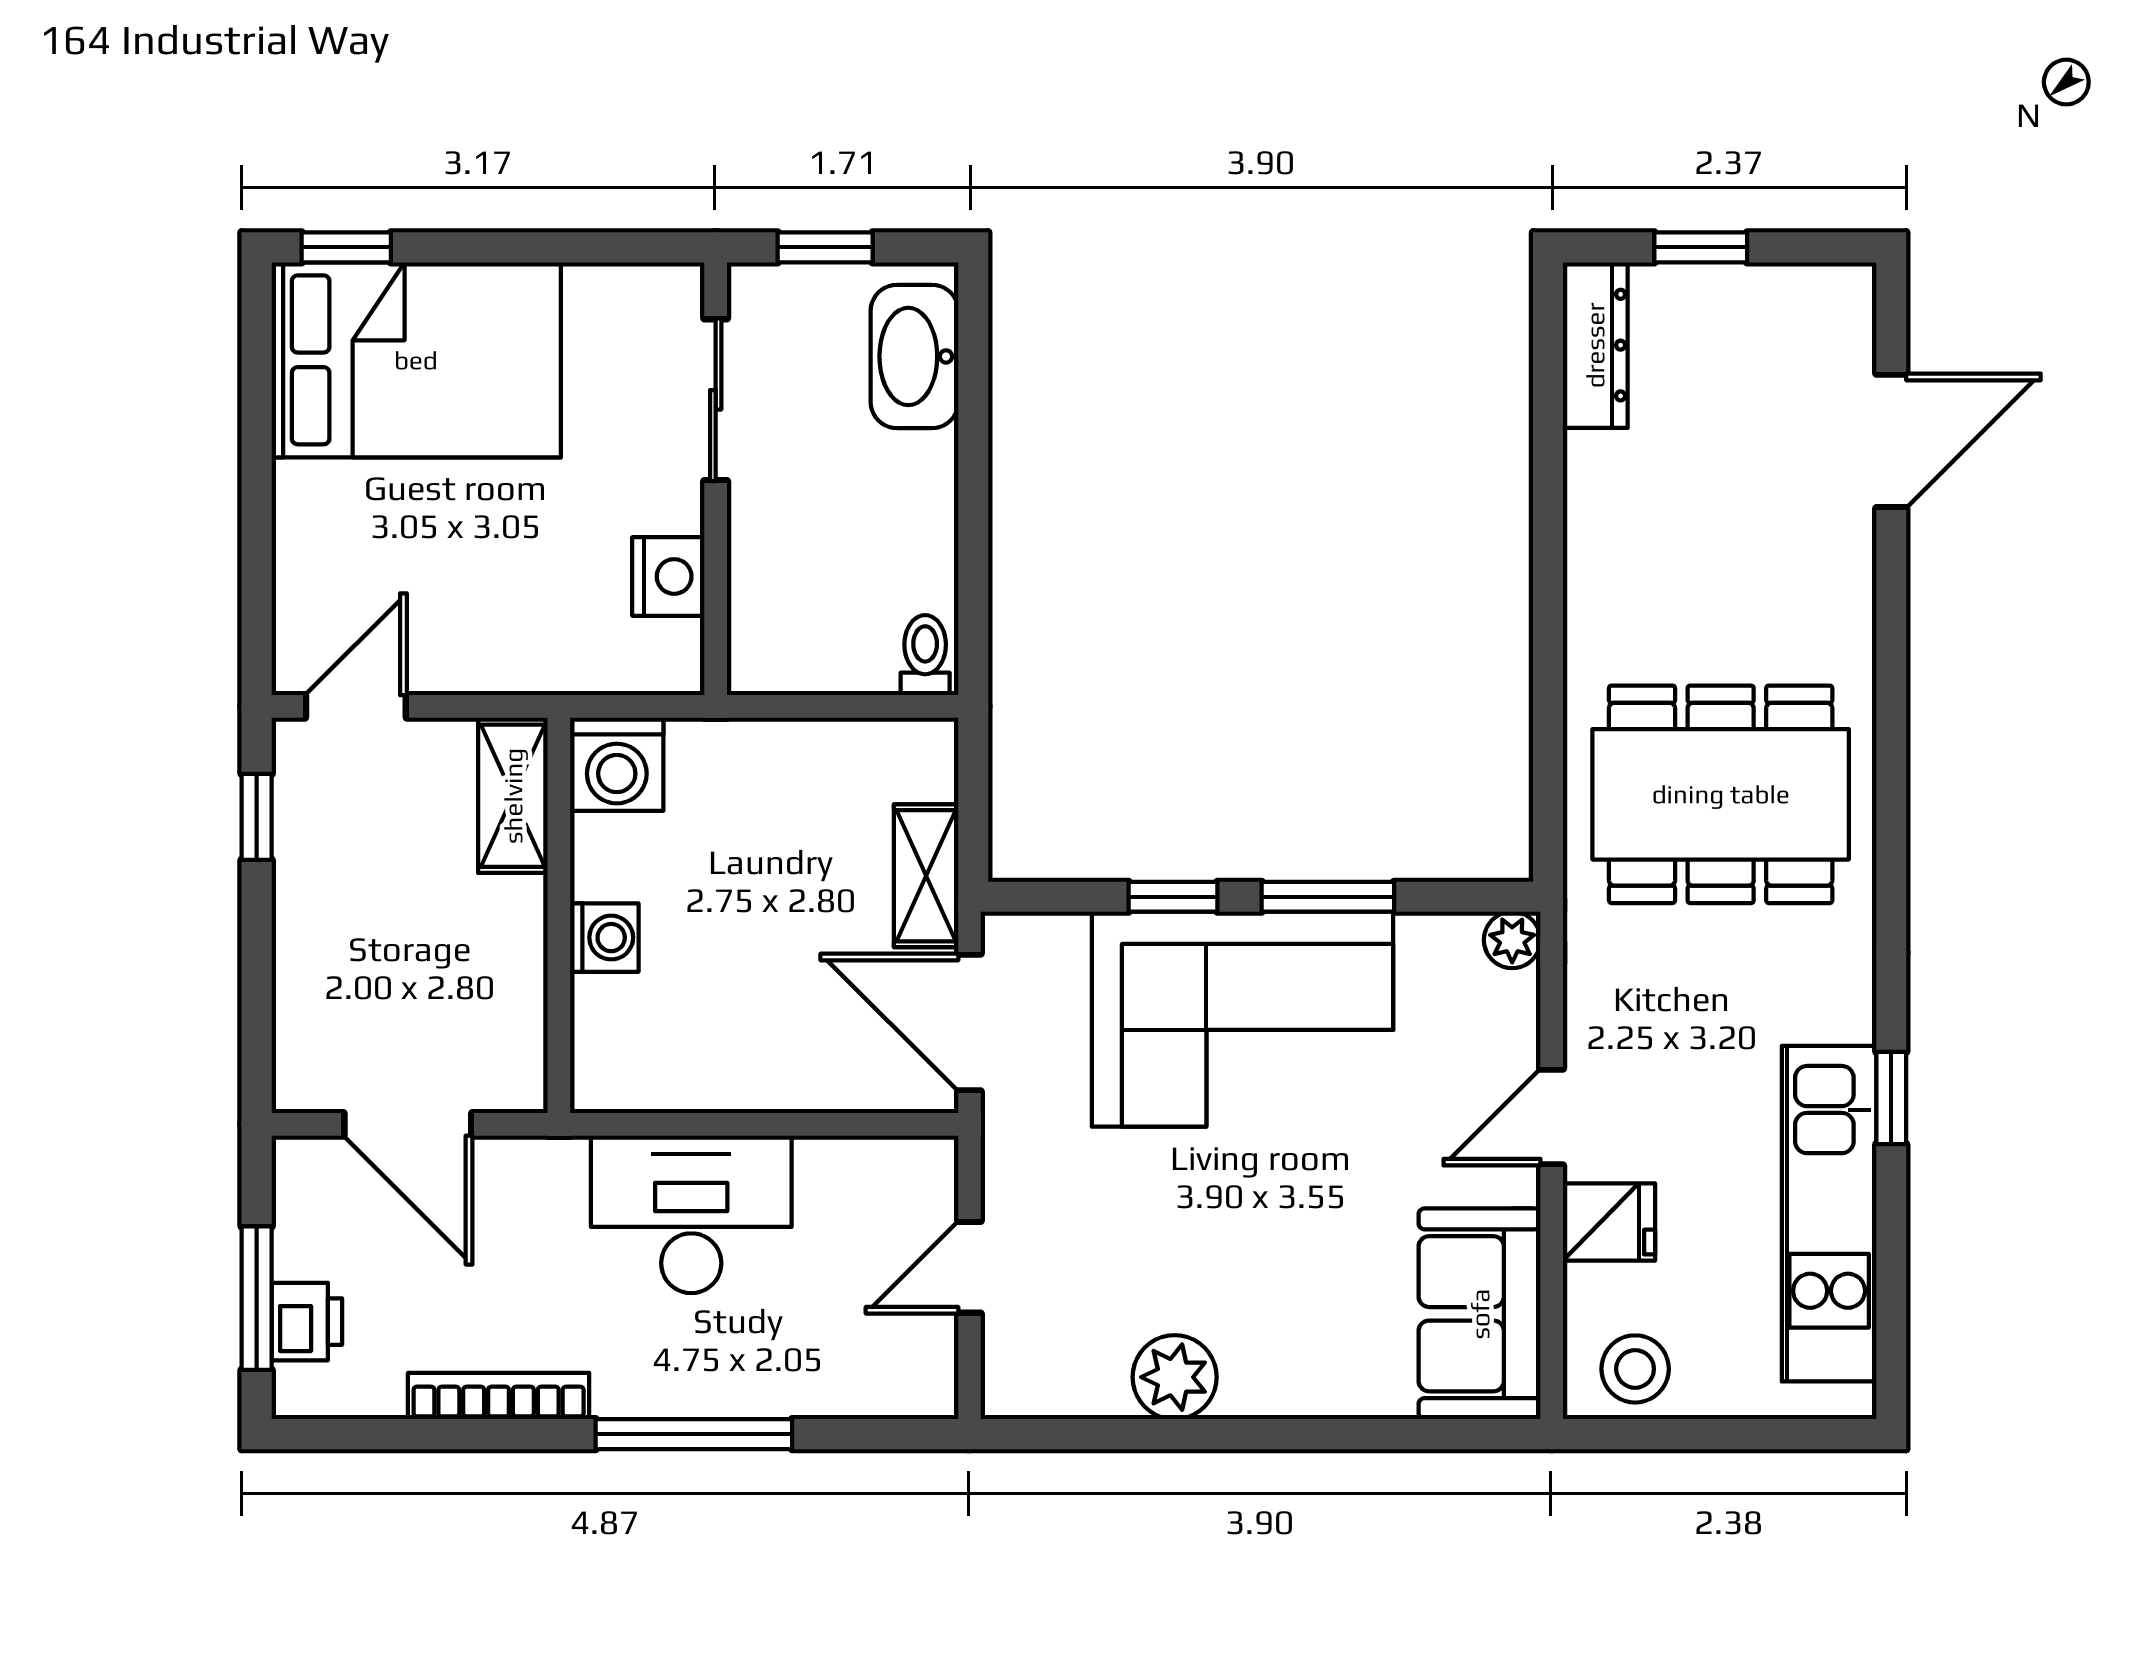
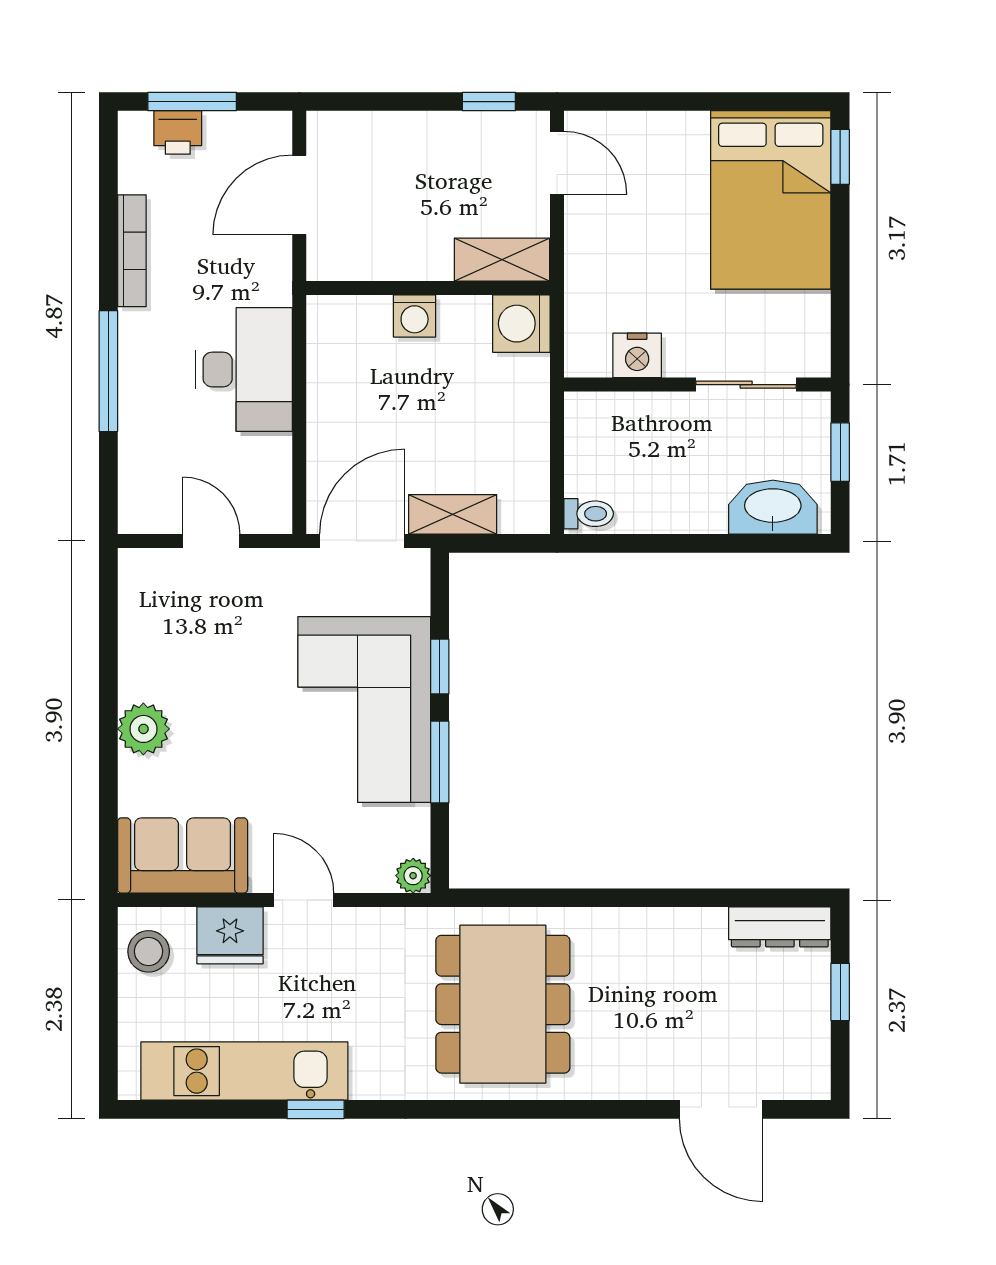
fridge: (1609, 1222) -> (230, 935), width x1.38
plant: (1175, 1377) -> (143, 729), moved

